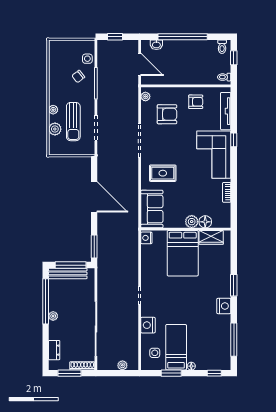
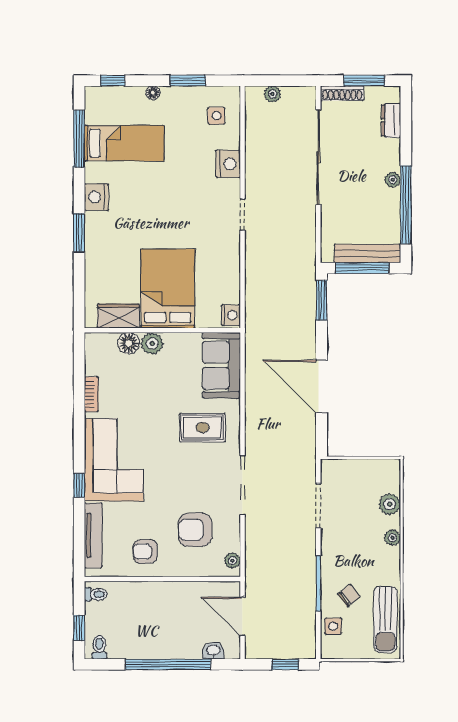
sun lounger: (73, 122) -> (385, 619), moved, turned 180
bed: (176, 347) -> (124, 143), moved, turned -90

